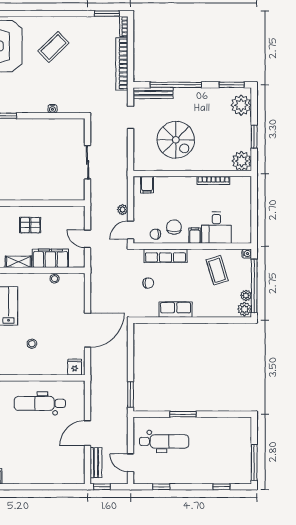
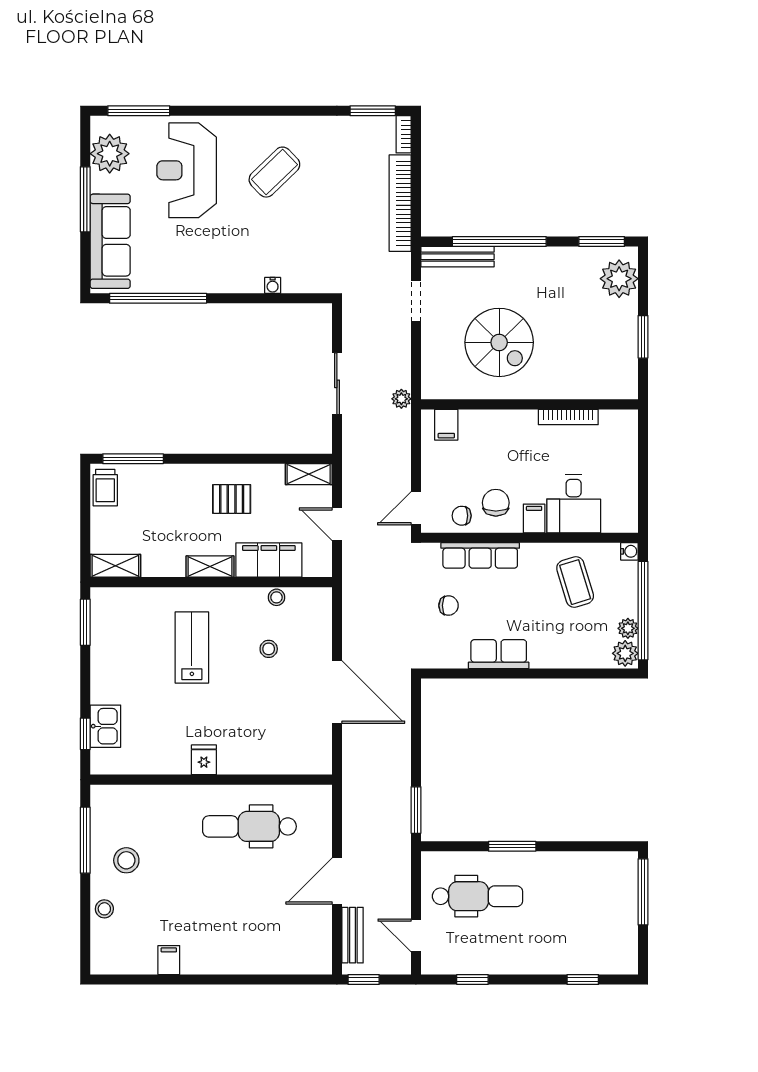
plant: (242, 161) -> (620, 381), removed
plant: (123, 210) -> (401, 399), moved
shelving: (72, 212) -> (309, 474), added
door: (87, 330) -> (337, 692), hinge flipped
stool: (32, 344) -> (269, 649), moved
fridge: (75, 367) -> (204, 760), moved
window: (254, 463) -> (643, 892), moved

